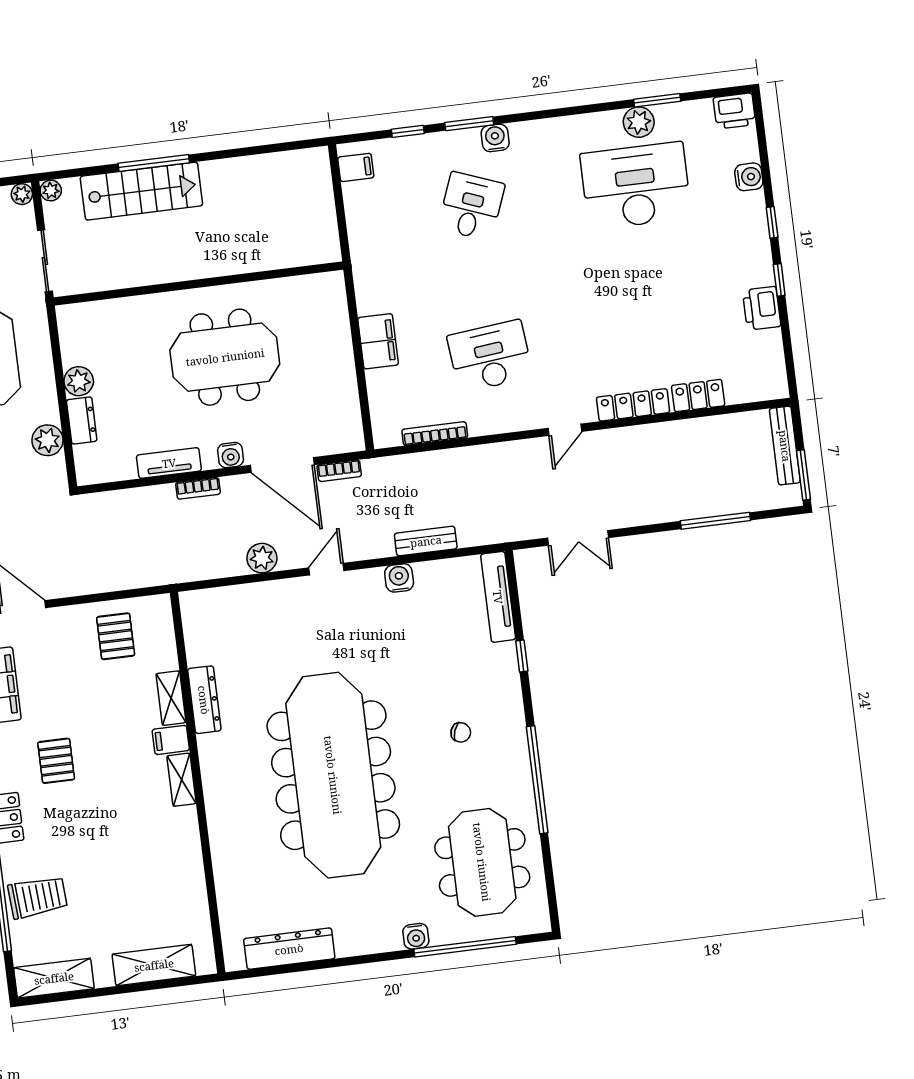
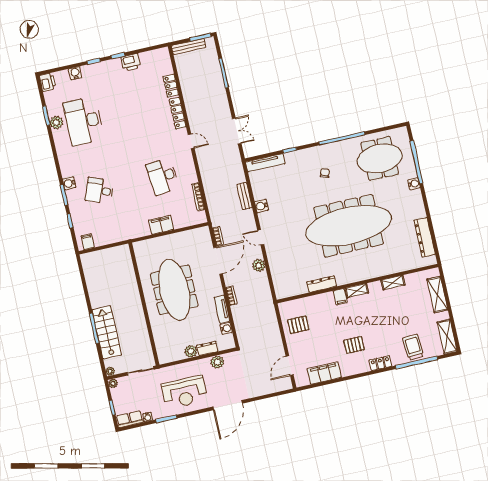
meeting table: (225, 357) -> (174, 290), width x1.36
water cooler: (231, 455) -> (226, 328), moved
shelving: (171, 698) -> (393, 283), moved

